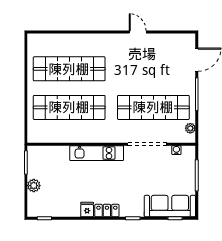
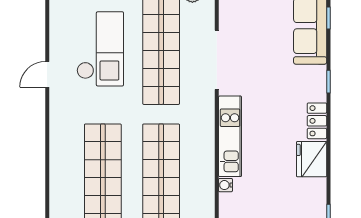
checkout: (155, 67) -> (100, 49), added
water cooler: (176, 150) -> (225, 185), moved
fridge: (87, 210) -> (312, 159), width x1.88, depth x1.34

